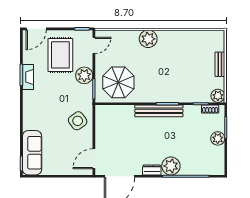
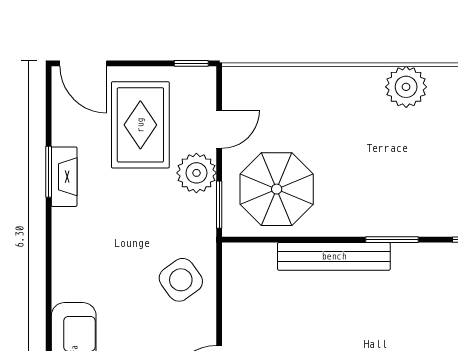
door: (36, 29) -> (83, 63), hinge flipped
plant: (148, 39) -> (406, 87), moved
door: (94, 45) -> (219, 129), moved
bench: (159, 111) -> (334, 256), moved

